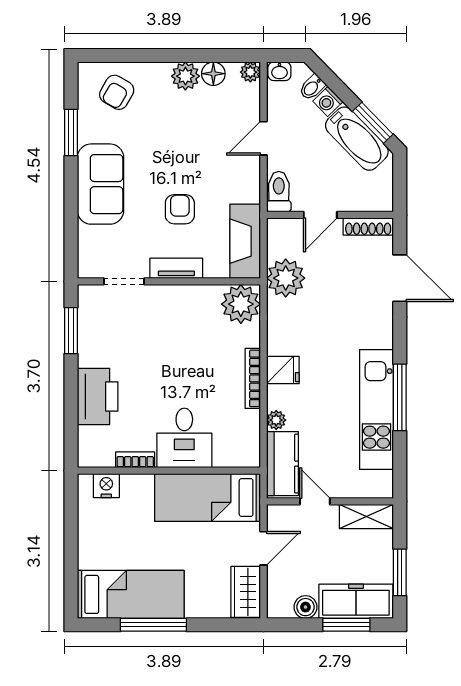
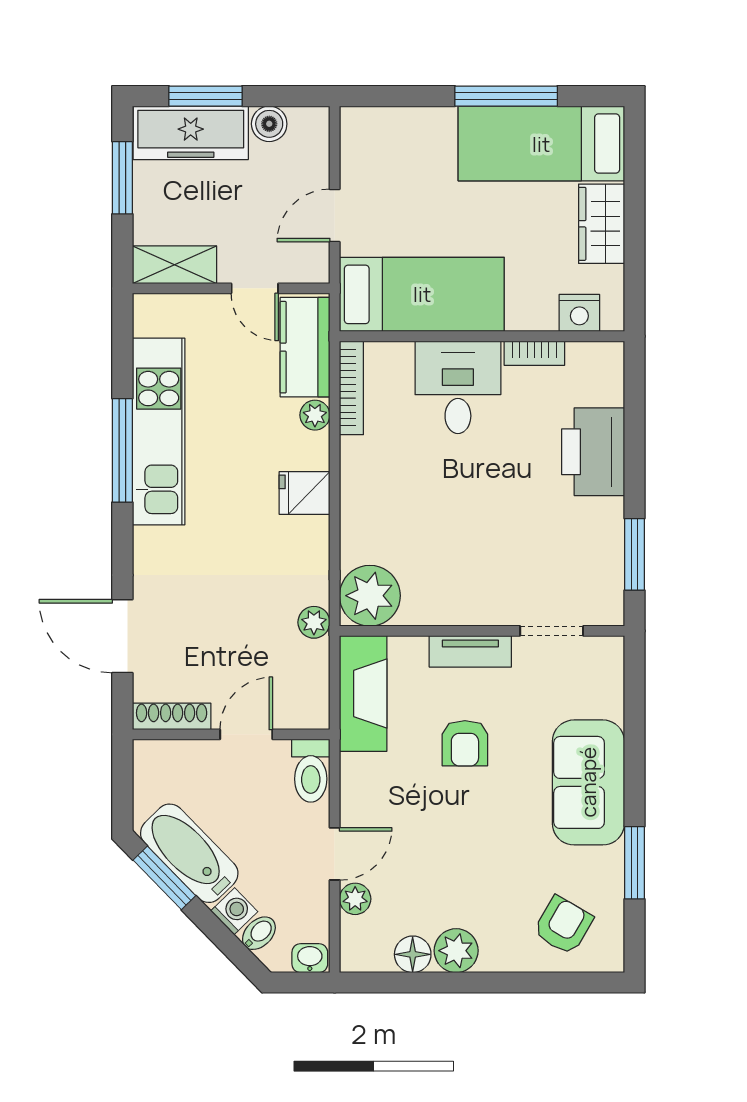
plant: (250, 72) -> (355, 899), moved
plant: (286, 278) -> (314, 622), width x0.53, depth x0.53
bookcase: (253, 378) -> (351, 388), moved
wardrobe: (246, 592) -> (602, 224), moved, turned 180

